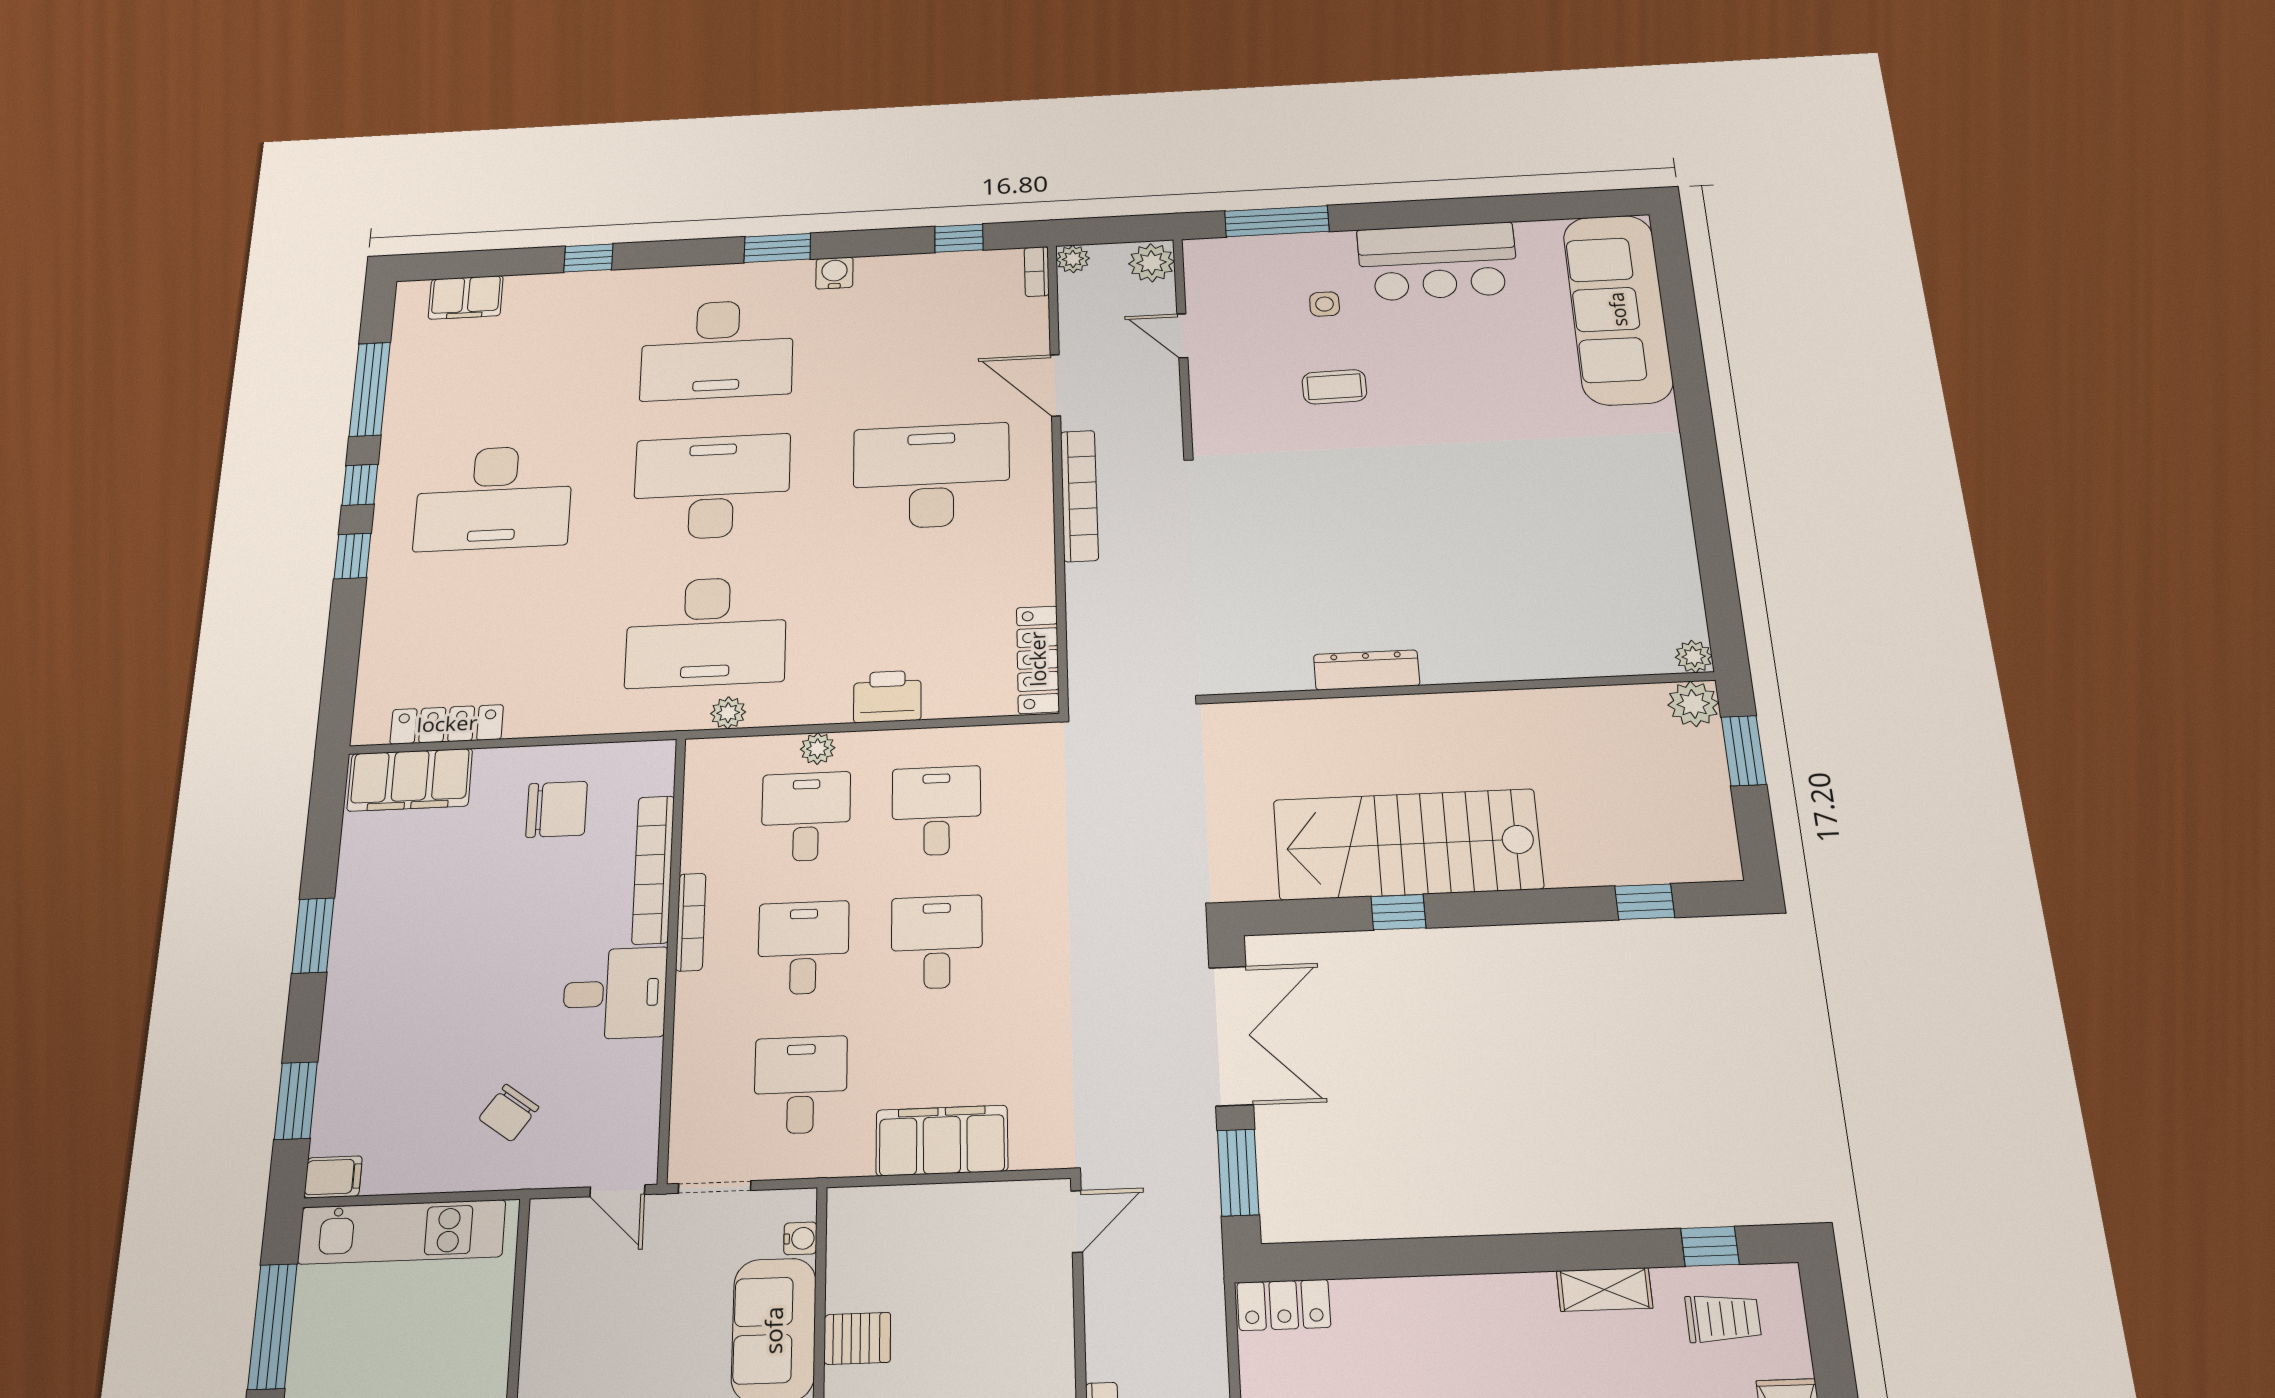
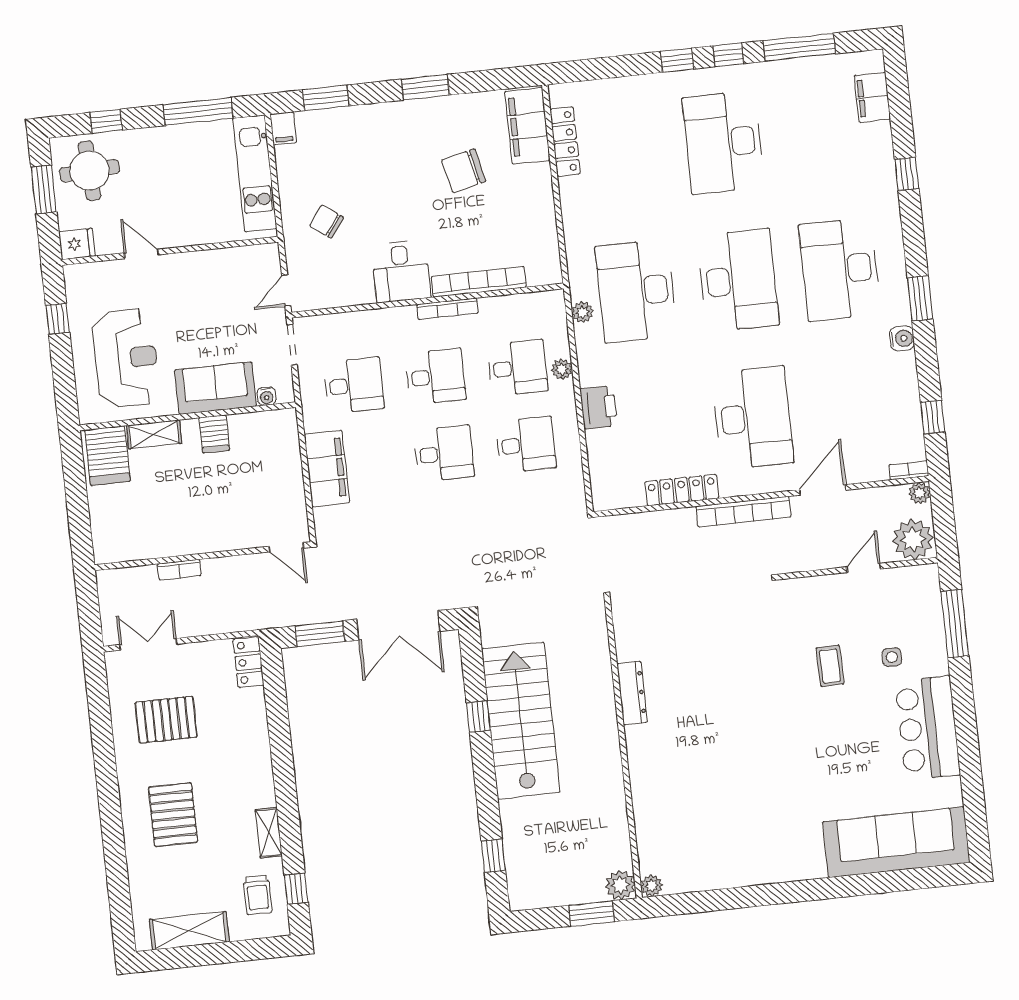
plant: (1151, 263) -> (913, 539), width x1.36, depth x1.36
locker: (1038, 659) -> (682, 490), moved
chair: (557, 809) -> (464, 171), moved, turned 77

